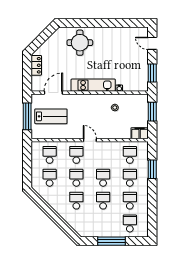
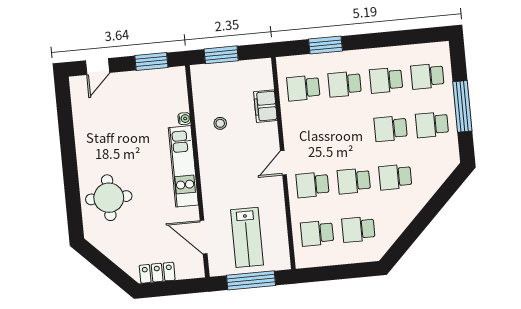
lab bench: (51, 116) -> (247, 237), turned 180
filing cabinet: (140, 133) -> (265, 106), moved
school desk: (103, 178) -> (432, 125), moved

